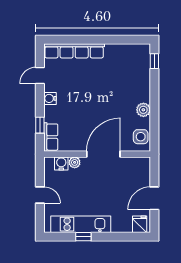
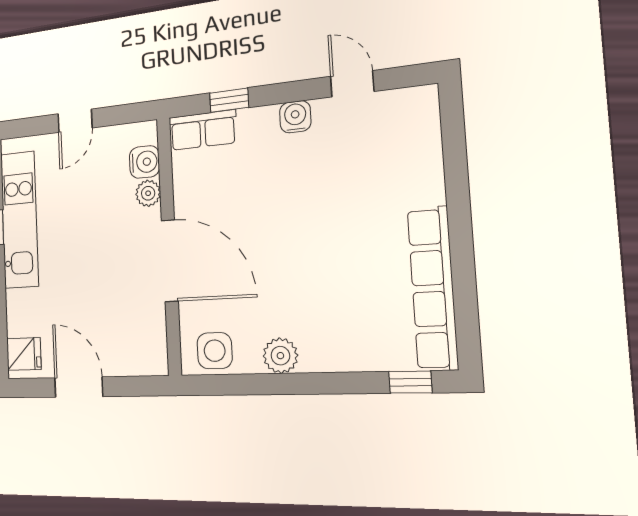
row of seats: (74, 51) -> (433, 288), moved

